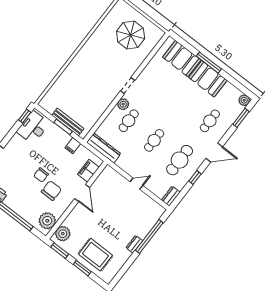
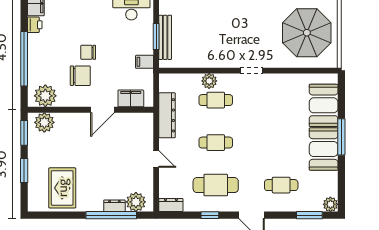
parasol: (131, 35) -> (307, 33), width x1.36, depth x1.36
plant: (123, 104) -> (209, 81), moved
dresser: (104, 148) -> (167, 115), moved
plant: (153, 216) -> (136, 202), added
dresser: (134, 244) -> (114, 206), moved
rug: (95, 255) -> (62, 188), moved

